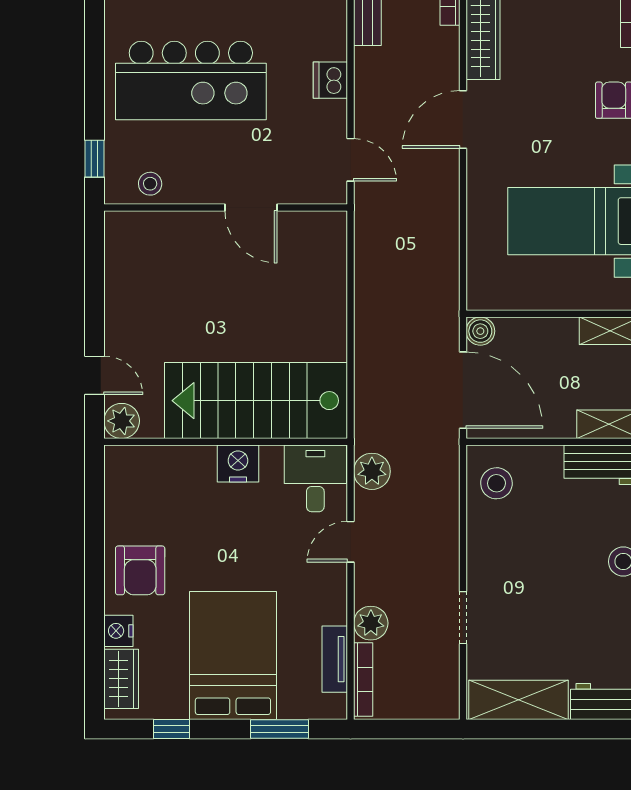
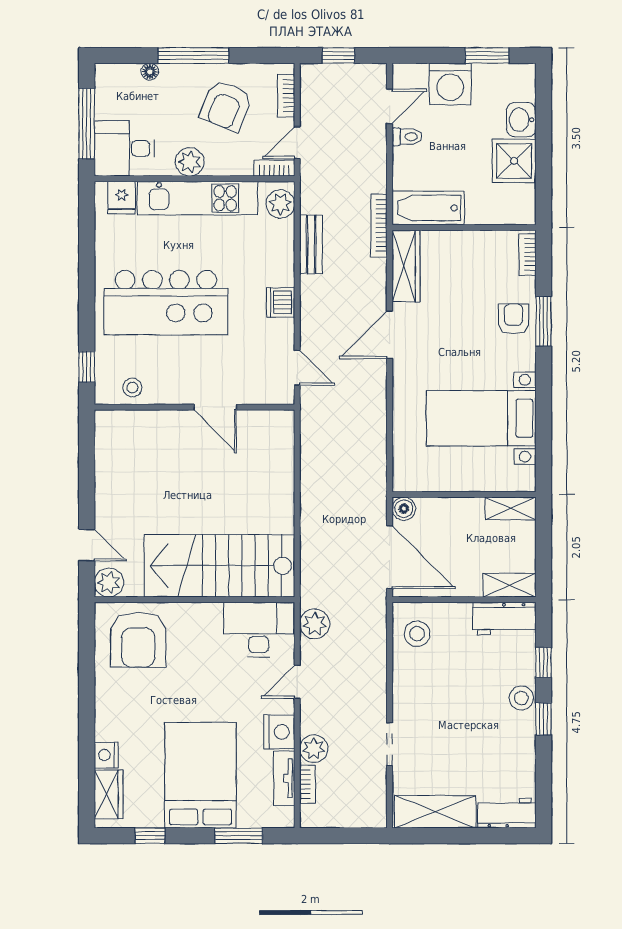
nightstand: (238, 464) -> (279, 732), moved, turned 90
desk: (315, 478) -> (259, 630), width x1.37
armchair: (140, 570) -> (138, 640), moved, width x1.36, depth x1.36
bookcase: (363, 679) -> (307, 784), width x0.64

